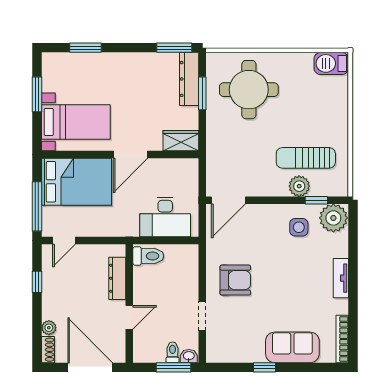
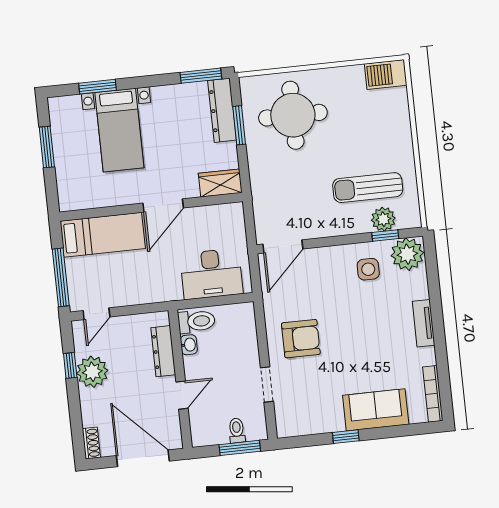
bed with nightstands: (76, 122) -> (119, 130), moved, turned 90
bed: (76, 182) -> (103, 235), width x0.67
plant: (299, 186) -> (383, 219), moved
plant: (49, 328) -> (92, 372), moved, width x1.88, depth x1.88
washbasin: (189, 356) -> (189, 345), moved, turned 90

